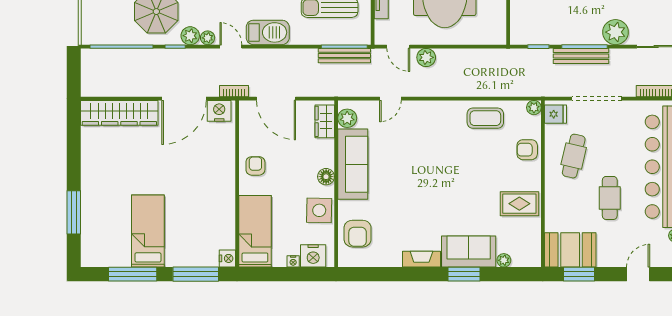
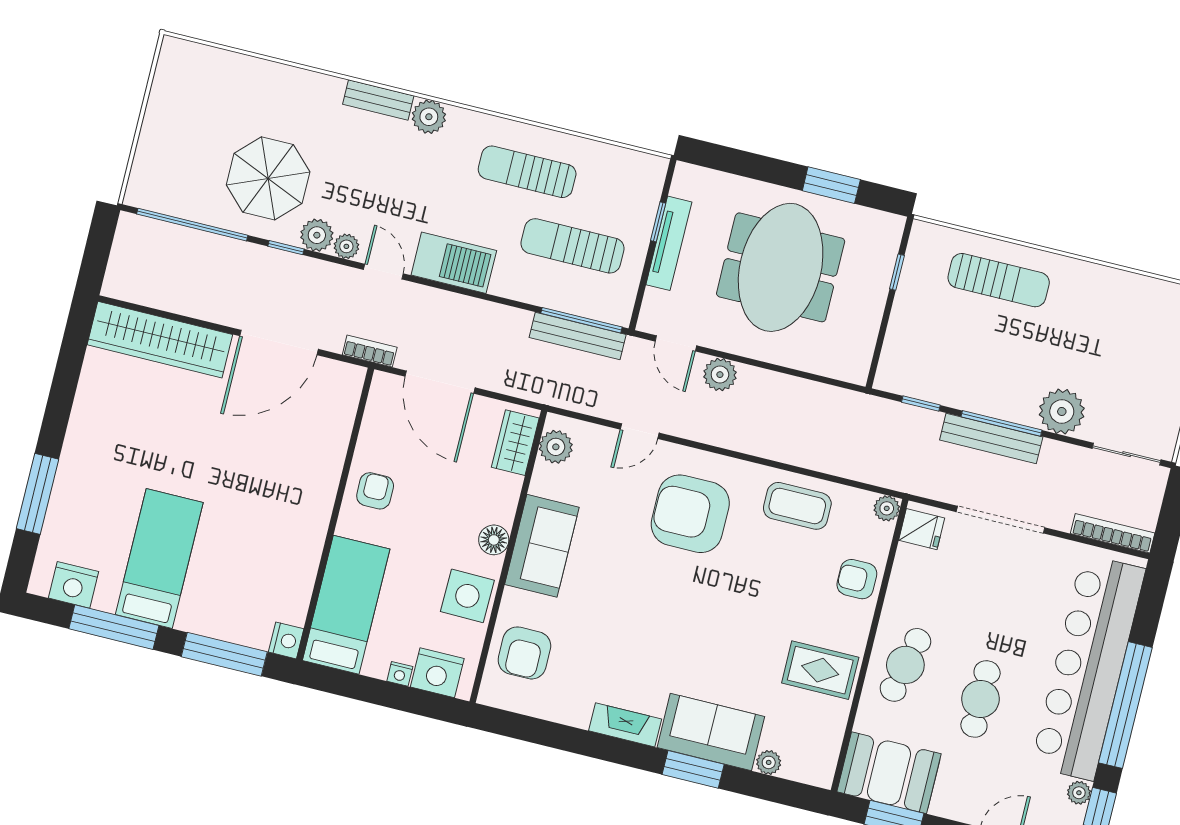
nightstand: (219, 111) -> (73, 585), moved, turned 180
armchair: (429, 136) -> (690, 514), added
cafe table: (574, 156) -> (905, 665), moved
sofa: (353, 164) -> (542, 546), width x0.73

